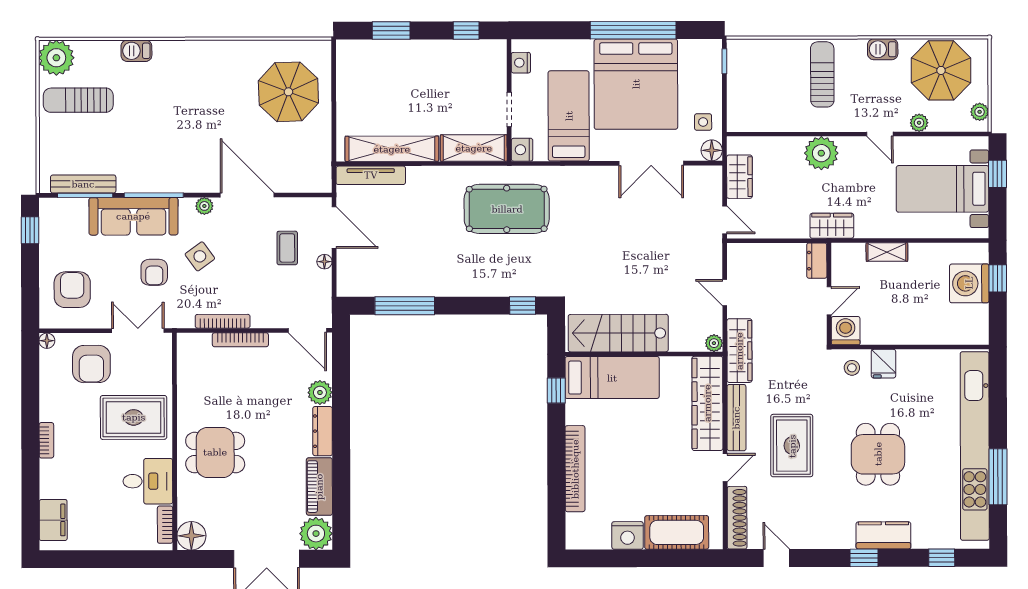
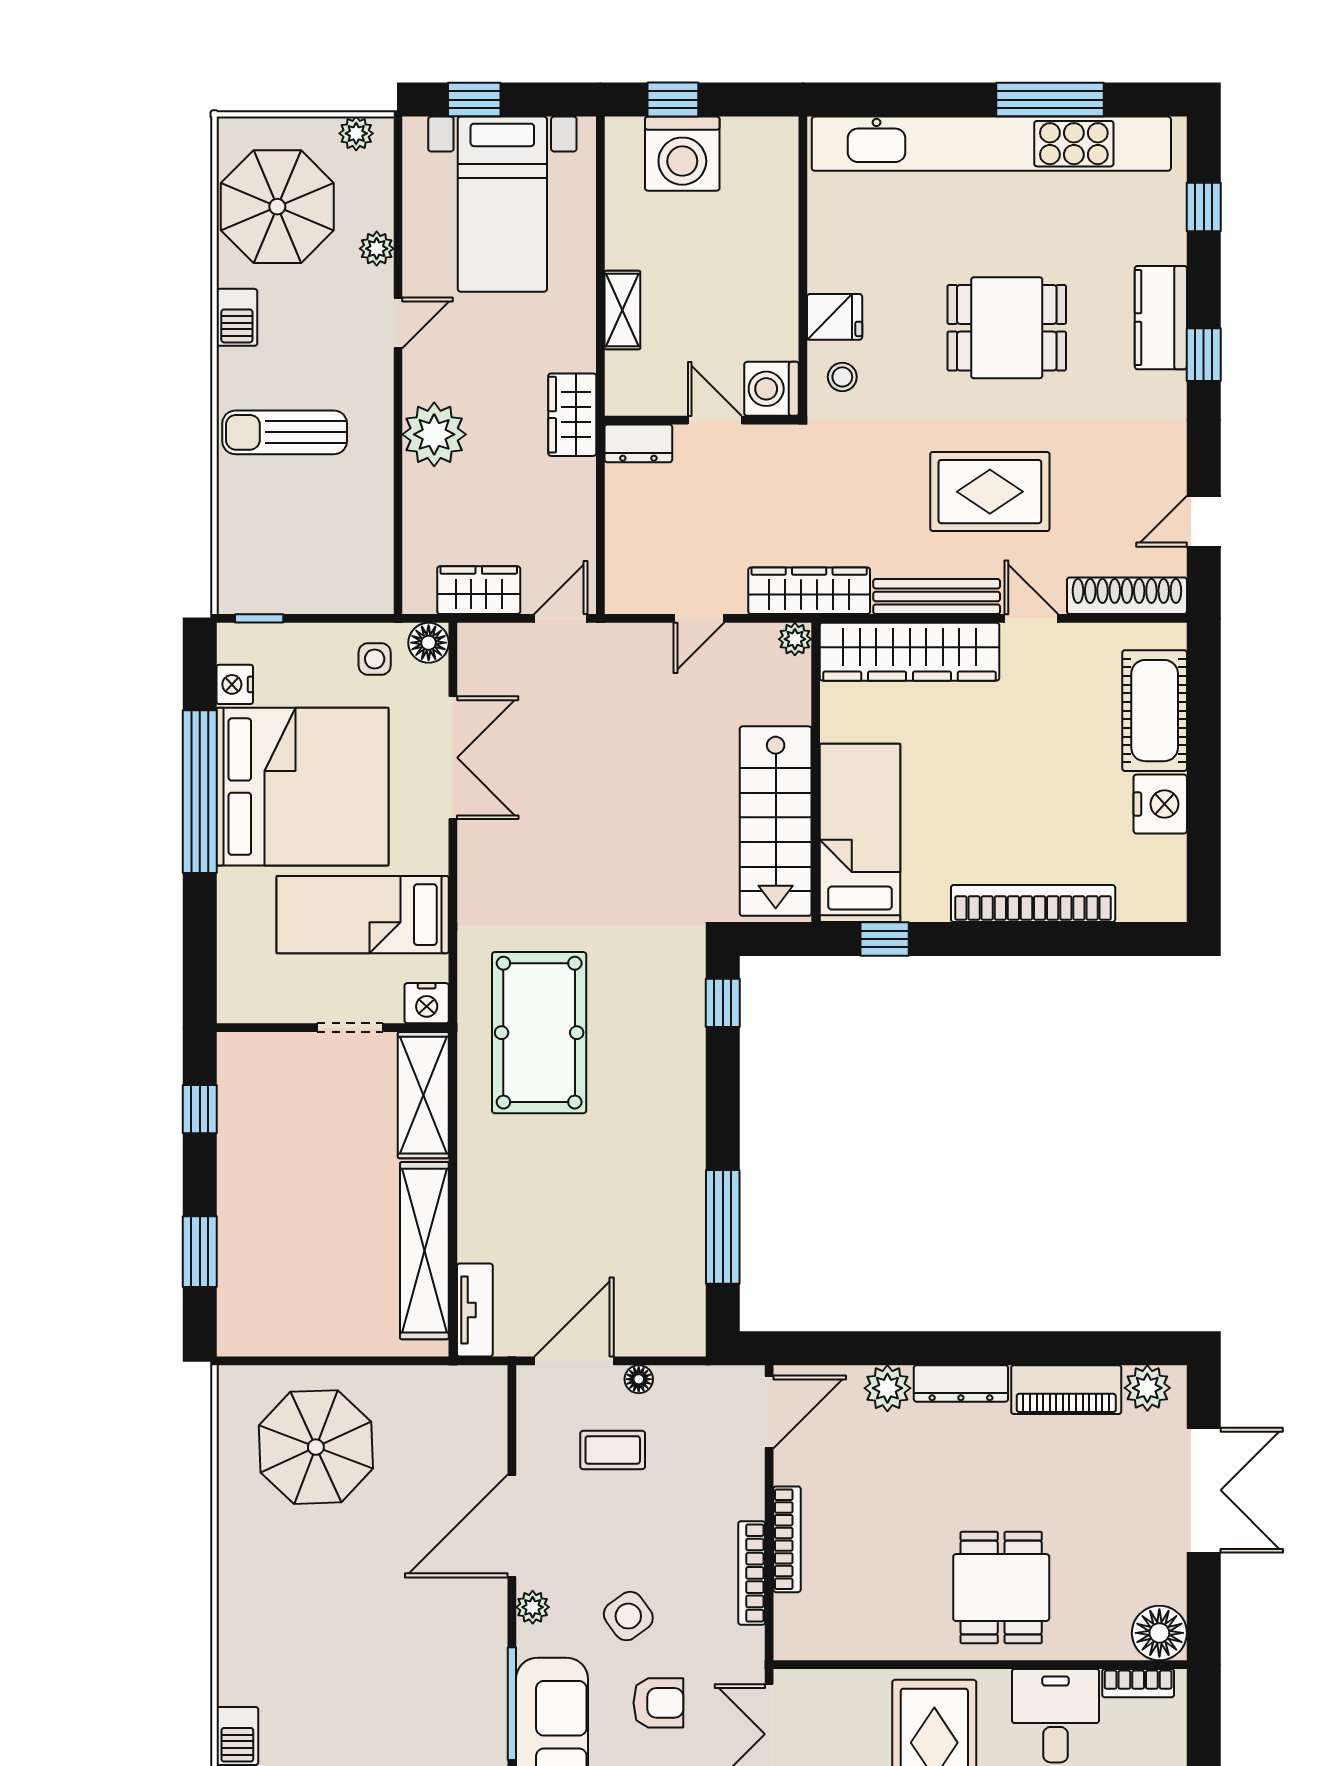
nightstand: (521, 63) -> (235, 684), moved, turned 90
tv unit: (371, 175) -> (475, 1310), width x0.71
plant: (316, 534) -> (1147, 1388), width x0.73, depth x0.73

